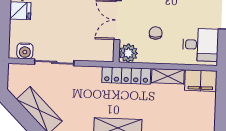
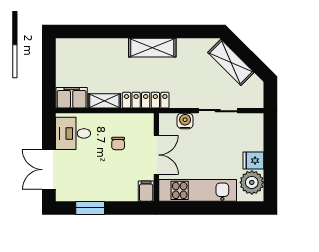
water cooler: (25, 51) -> (185, 121), moved
plant: (128, 53) -> (144, 122), removed

